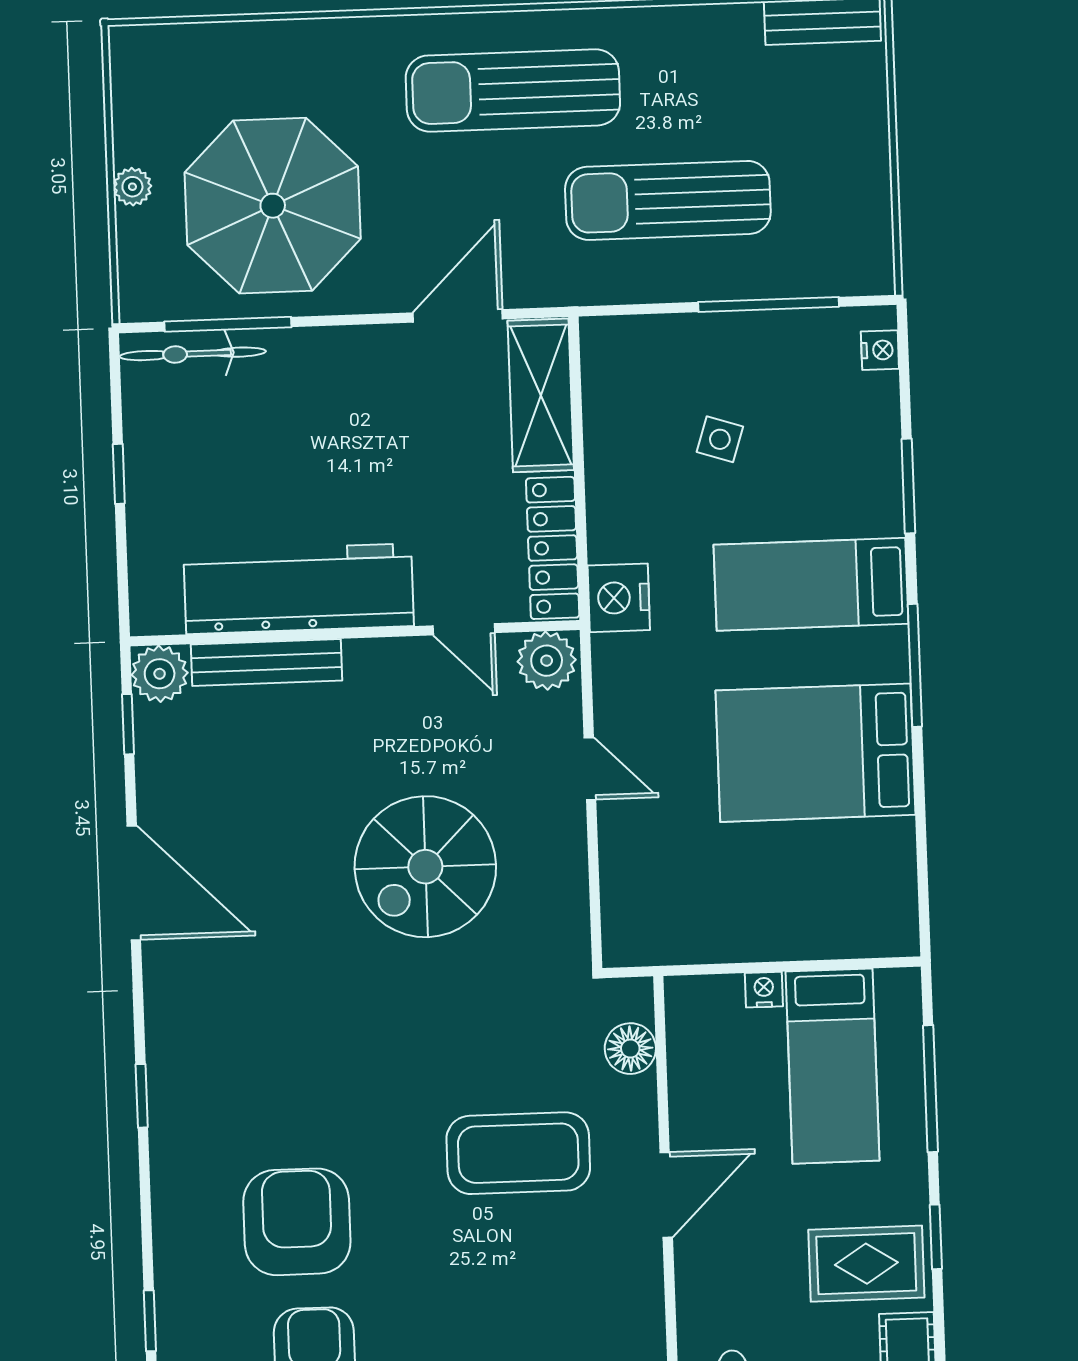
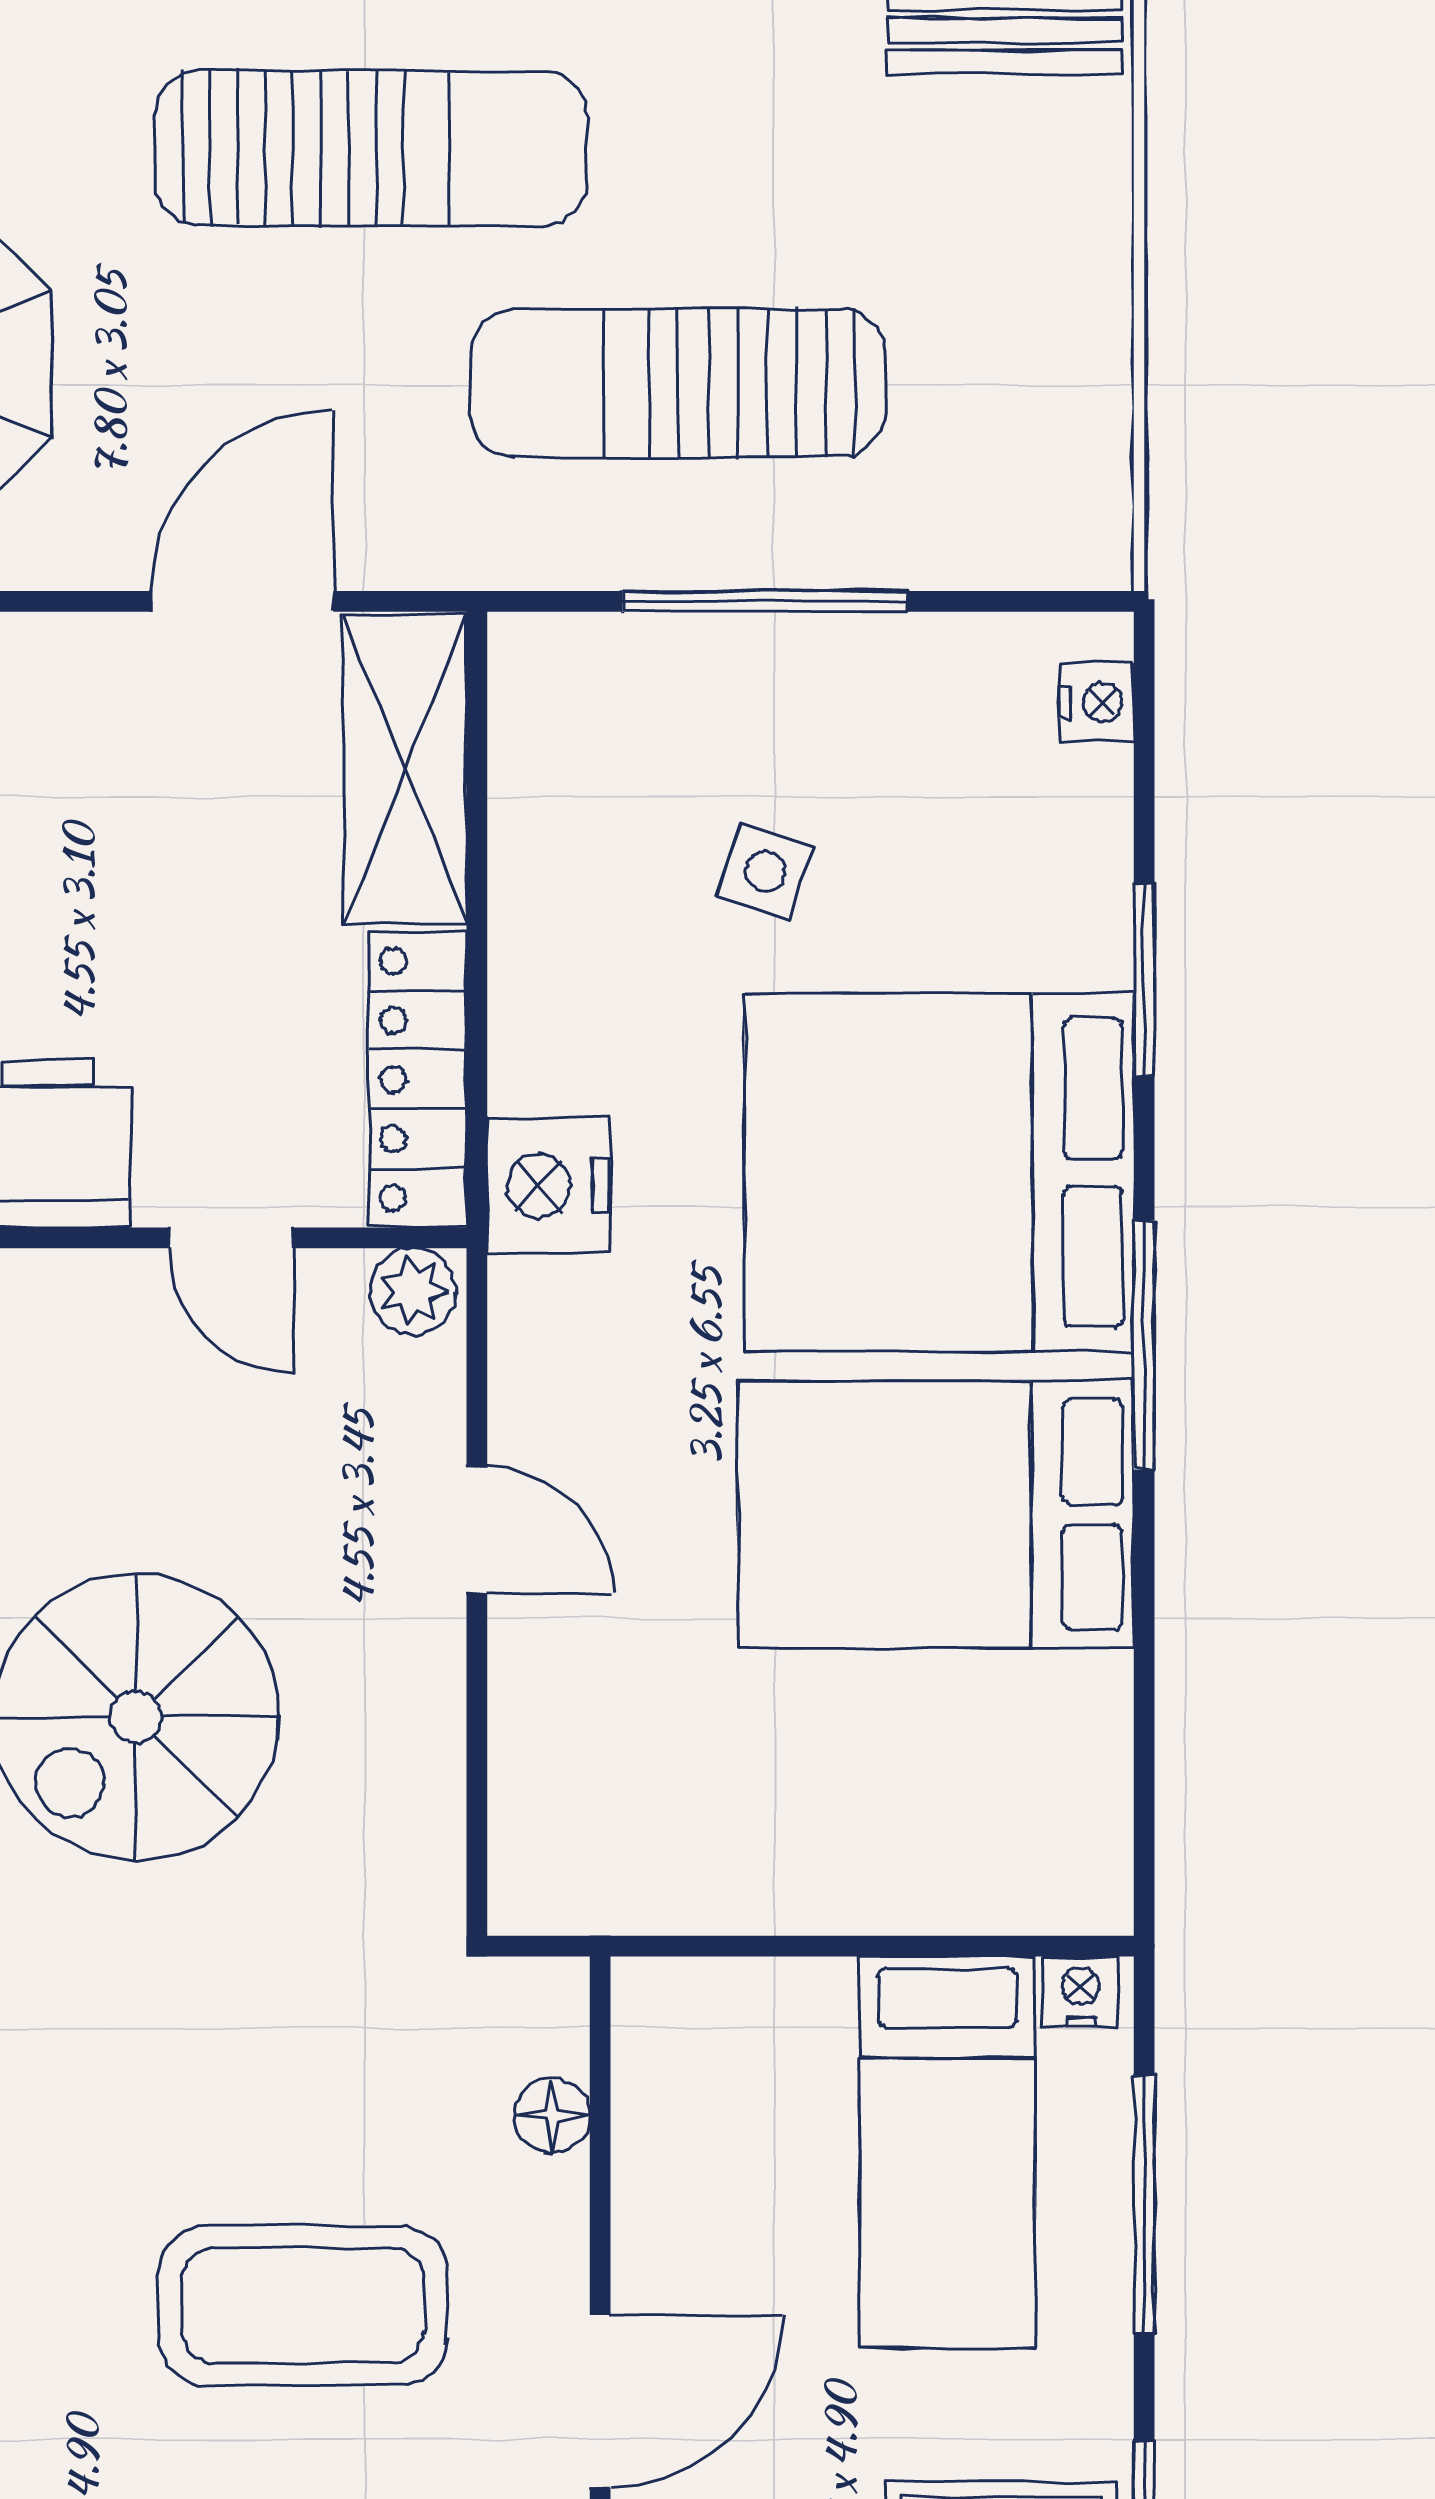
sun lounger: (513, 90) -> (371, 148), turned 180
window: (769, 304) -> (765, 601), moved
bed: (811, 584) -> (939, 1173), width x2.04
plant: (547, 661) -> (413, 1291), width x0.73, depth x0.73
nightstand: (764, 990) -> (1081, 1992), moved
floor lamp: (630, 1049) -> (552, 2115), width x0.73, depth x0.73

